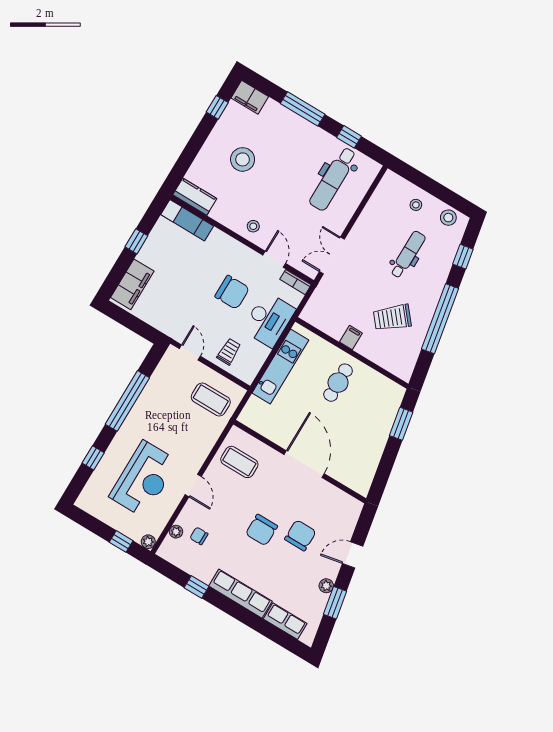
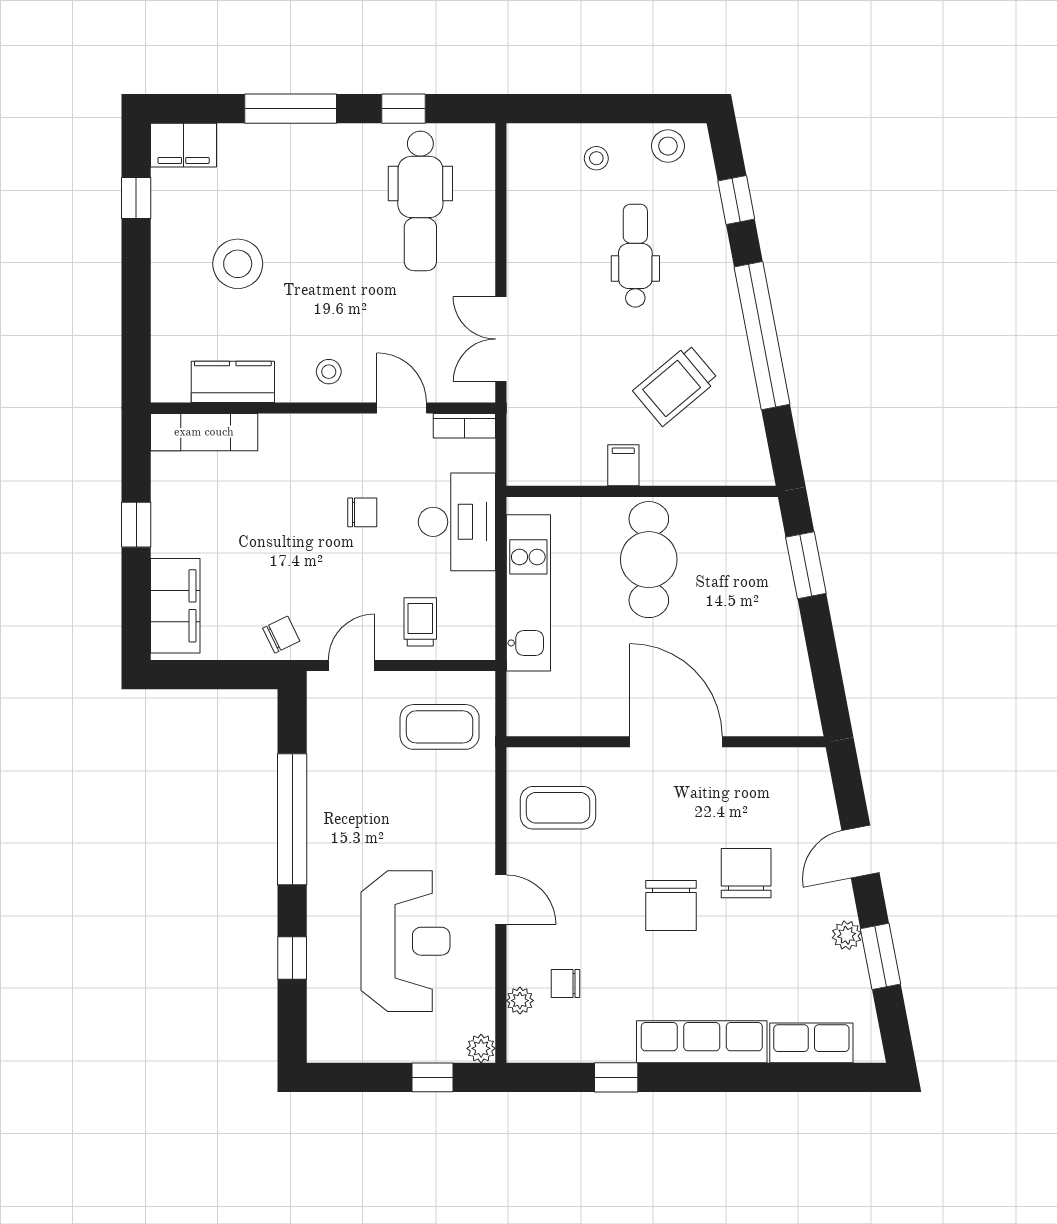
kitchen counter: (195, 197) -> (233, 382), moved
chair: (232, 292) -> (362, 512), width x0.54, depth x0.54
chair: (169, 322) -> (281, 635), added
door: (190, 352) -> (352, 666), hinge flipped
cafe table: (338, 383) -> (649, 560), width x1.37, depth x1.35

